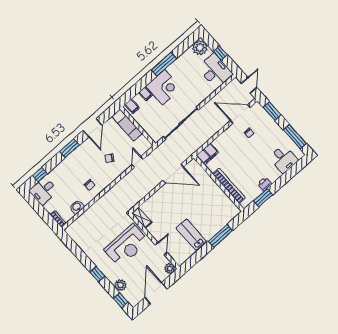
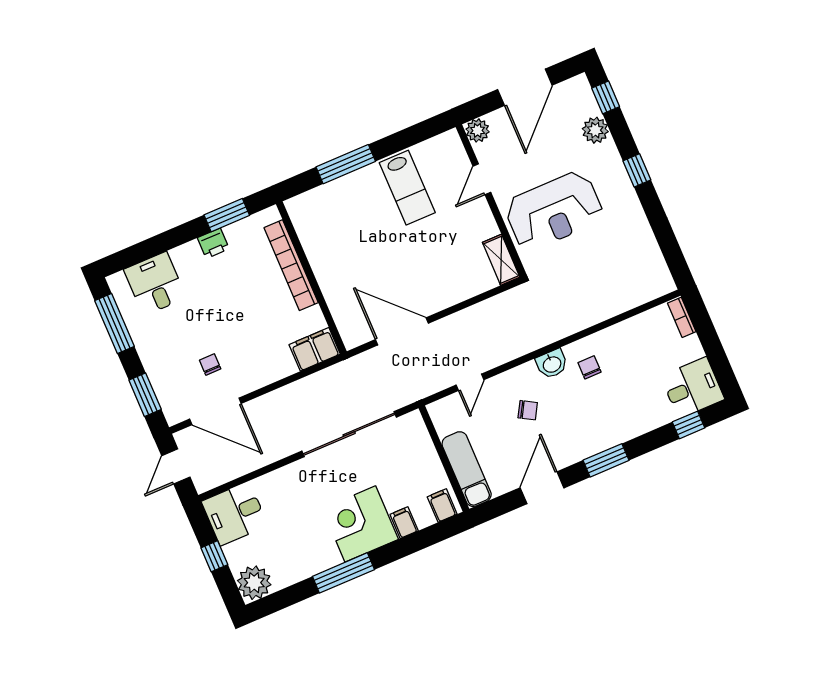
desk: (215, 71) -> (235, 514), width x0.73
washbasin: (77, 207) -> (552, 364), moved
reception desk: (126, 245) -> (554, 211), turned 180

